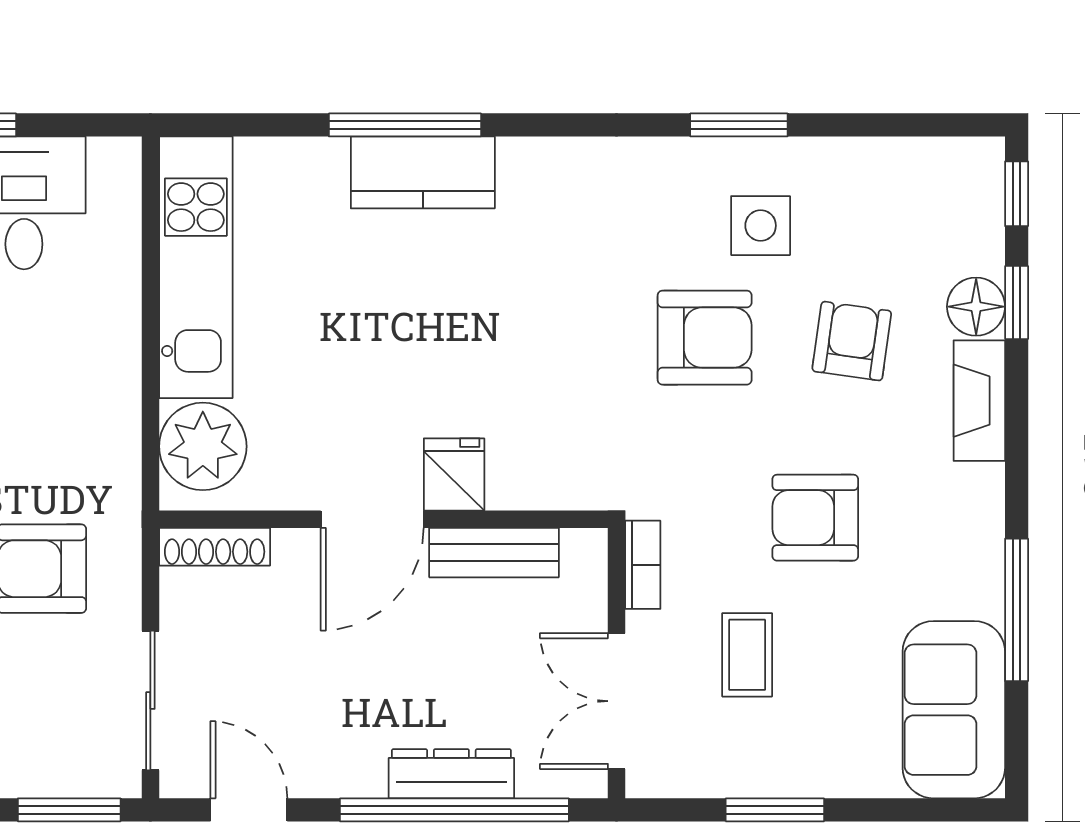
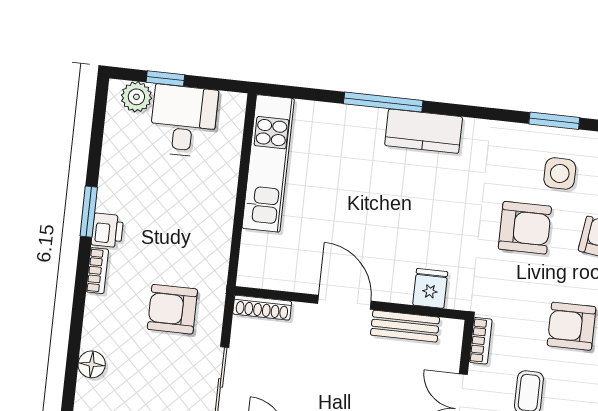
kitchen counter: (423, 172) -> (424, 131), moved
plant: (203, 446) -> (262, 256), removed
fridge: (454, 474) -> (430, 288), moved
door: (372, 519) -> (344, 302), swing flipped

